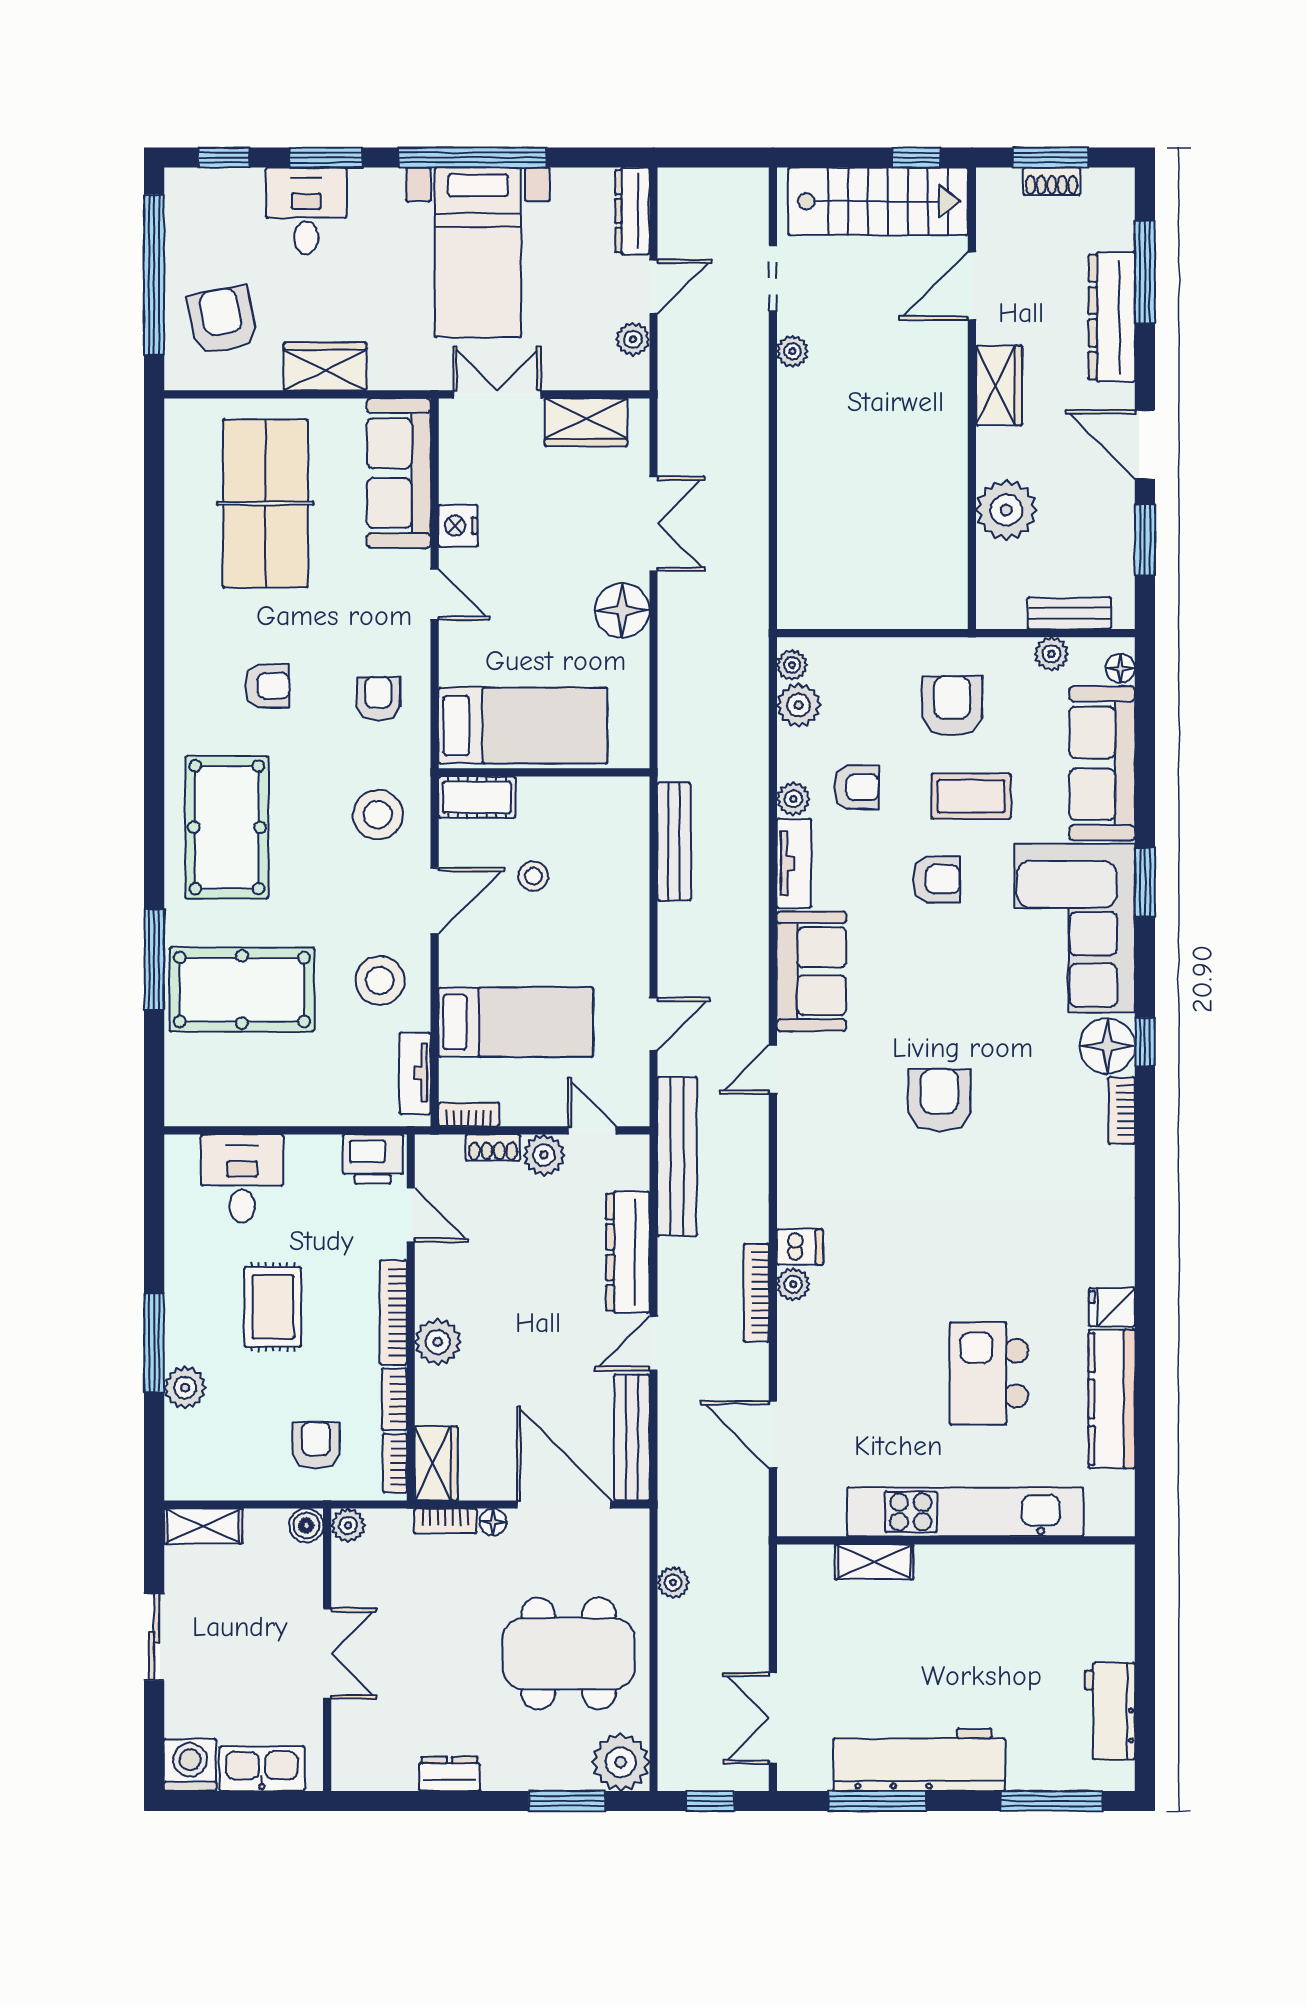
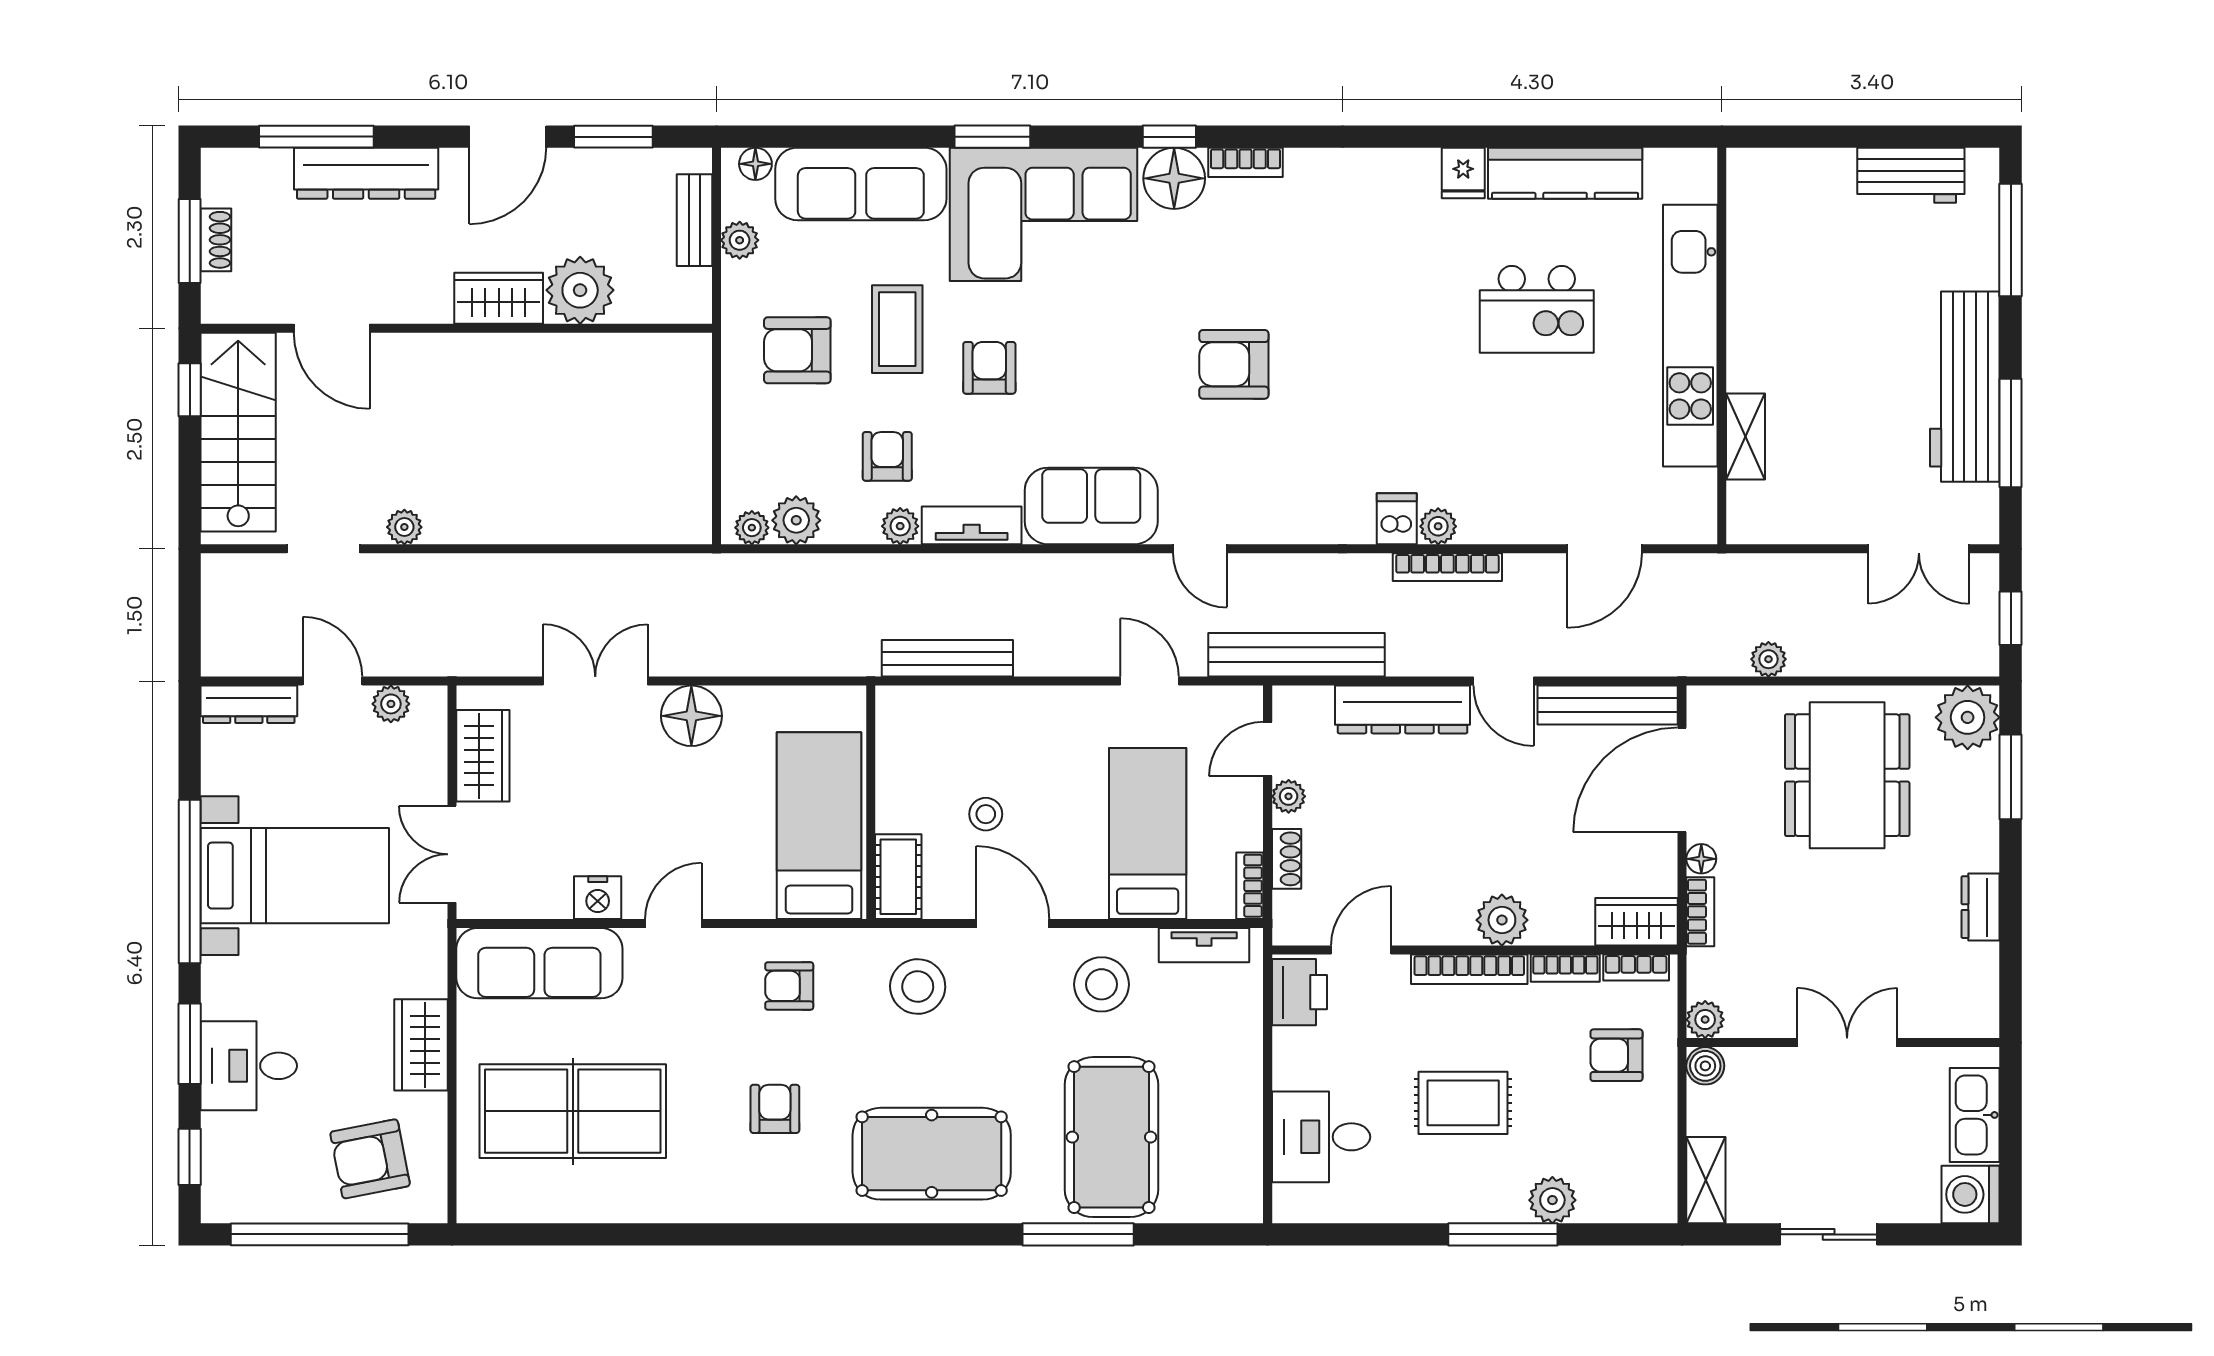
wardrobe: (999, 385) -> (499, 298), moved
plant: (544, 1155) -> (1289, 796), width x0.73, depth x0.73

